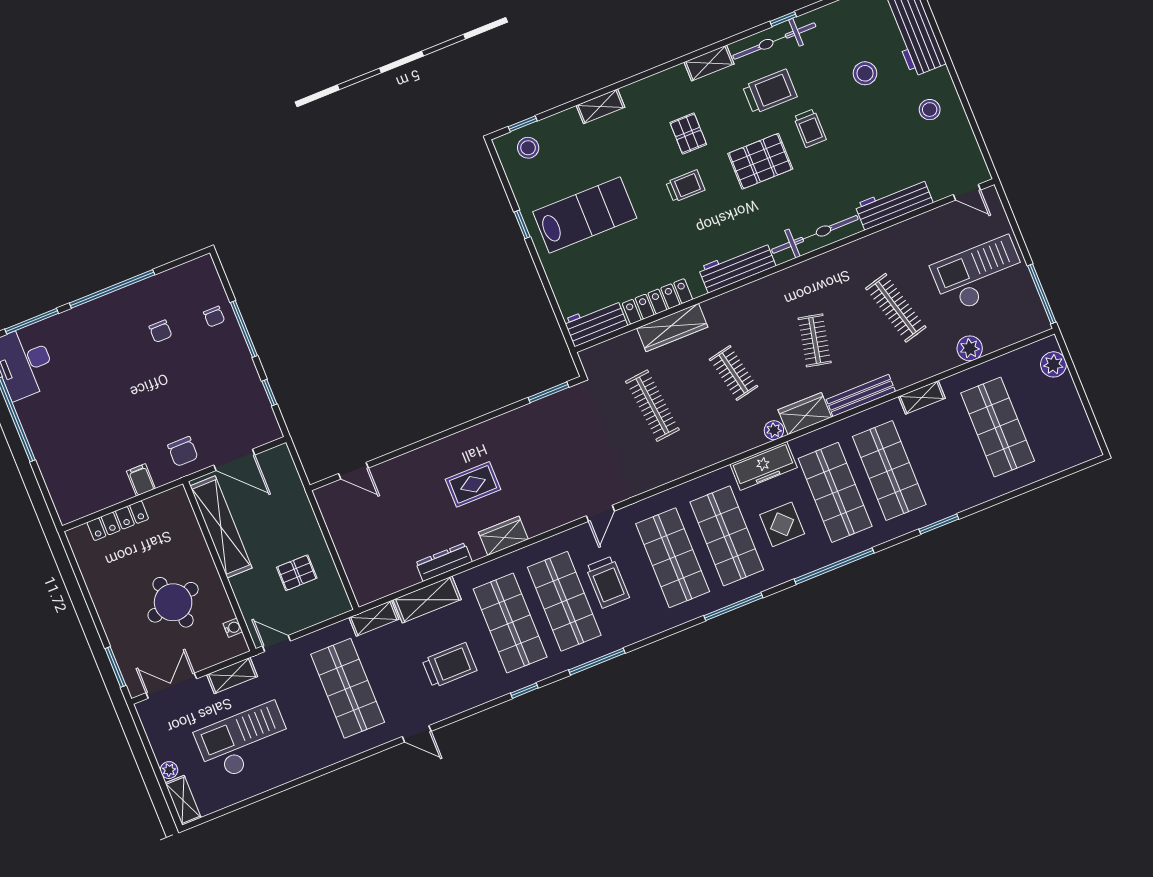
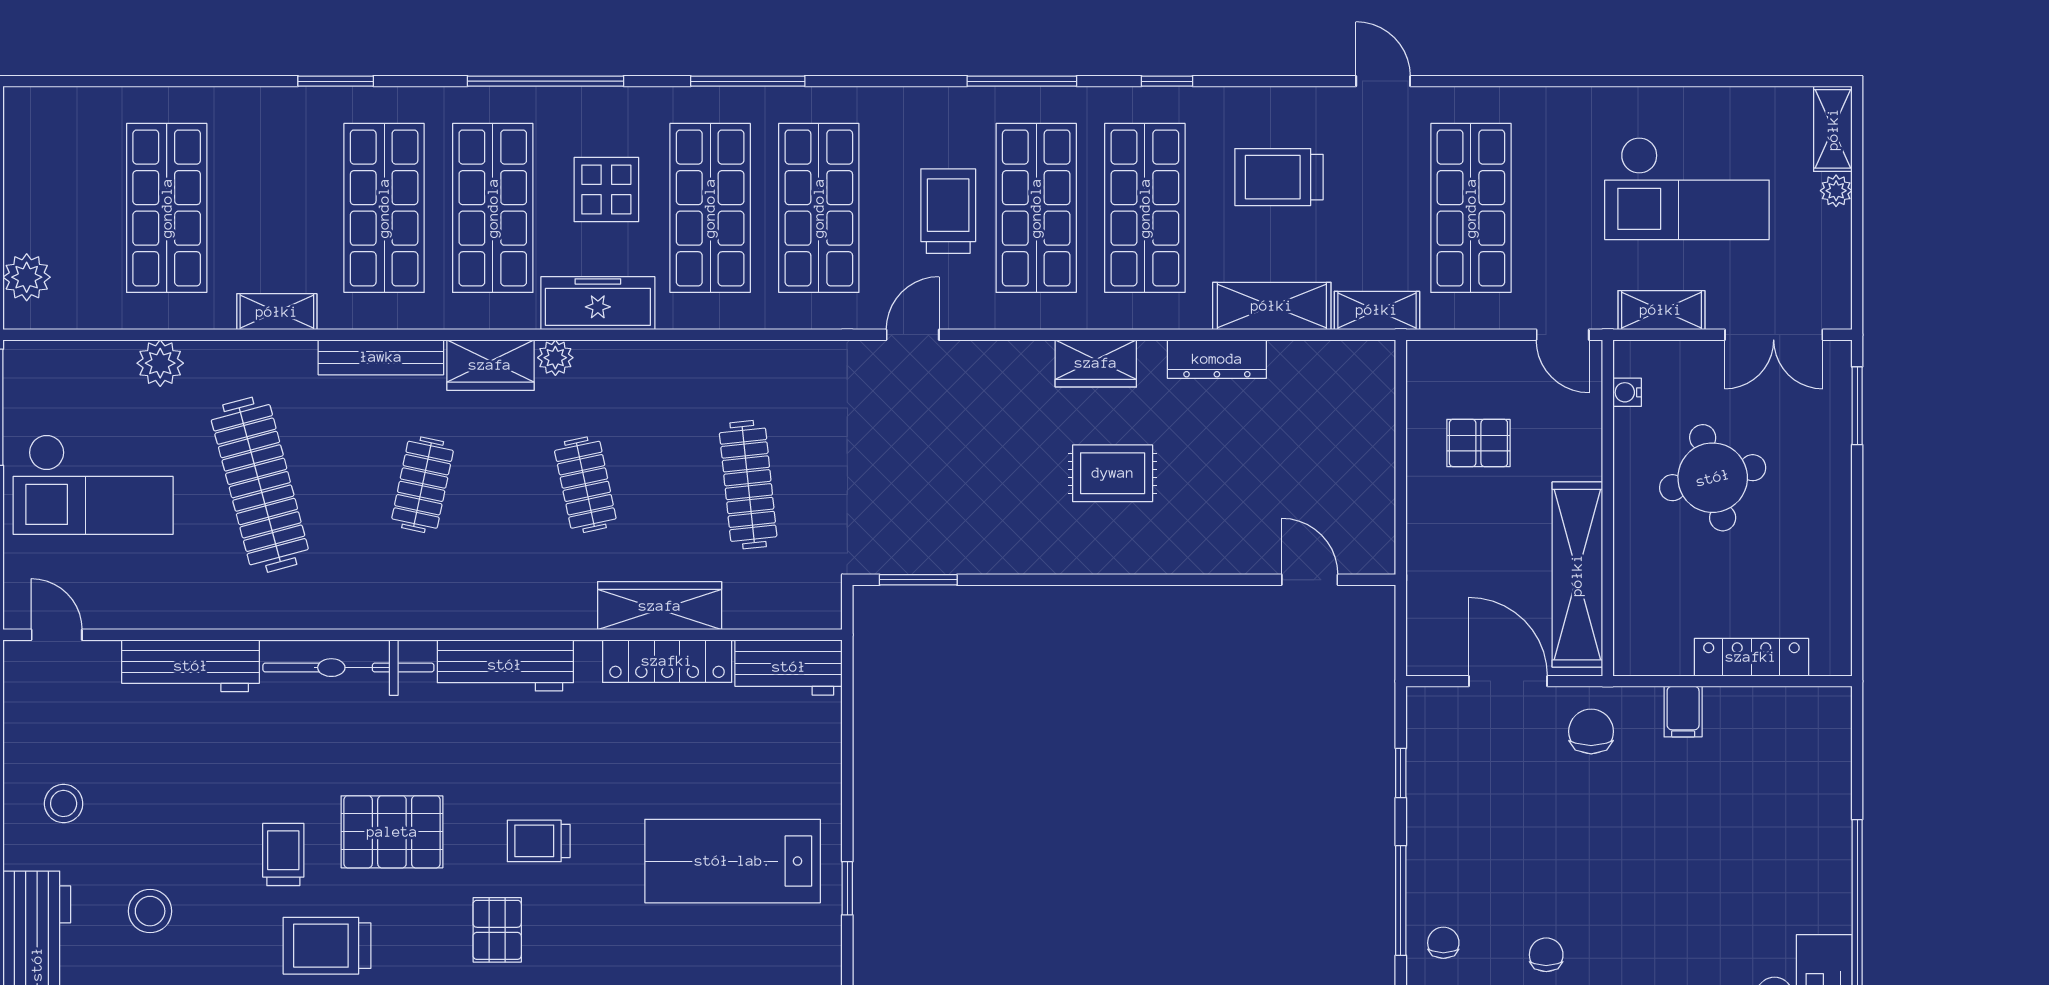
clothes rail: (896, 308) -> (260, 485), width x1.37, depth x1.31

